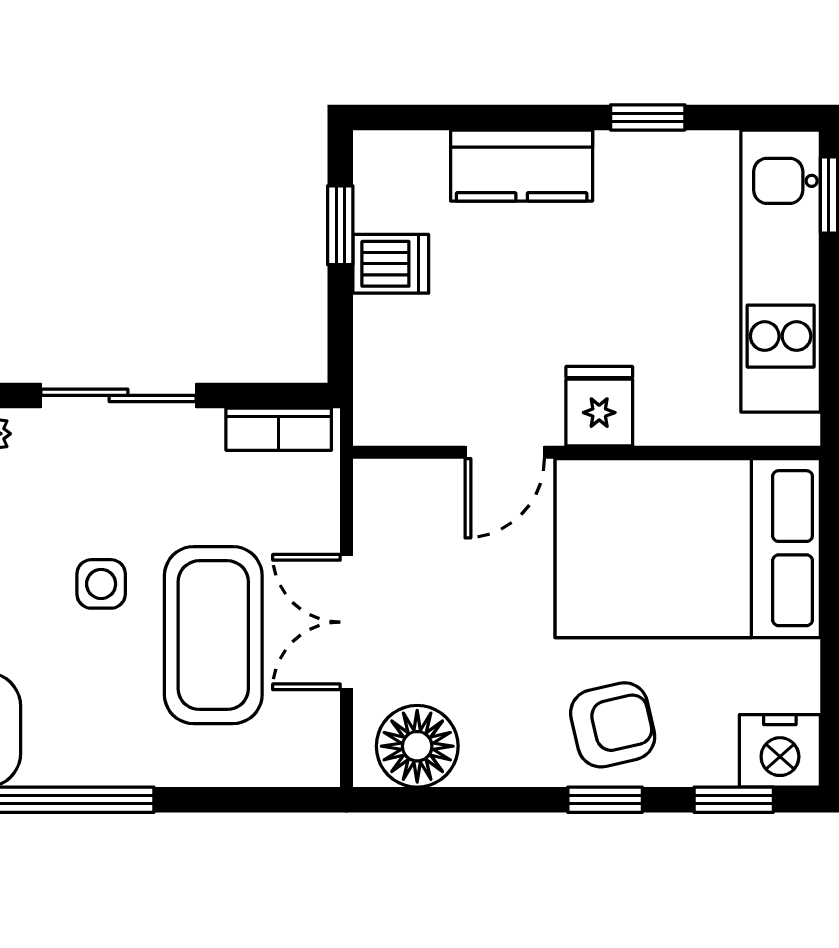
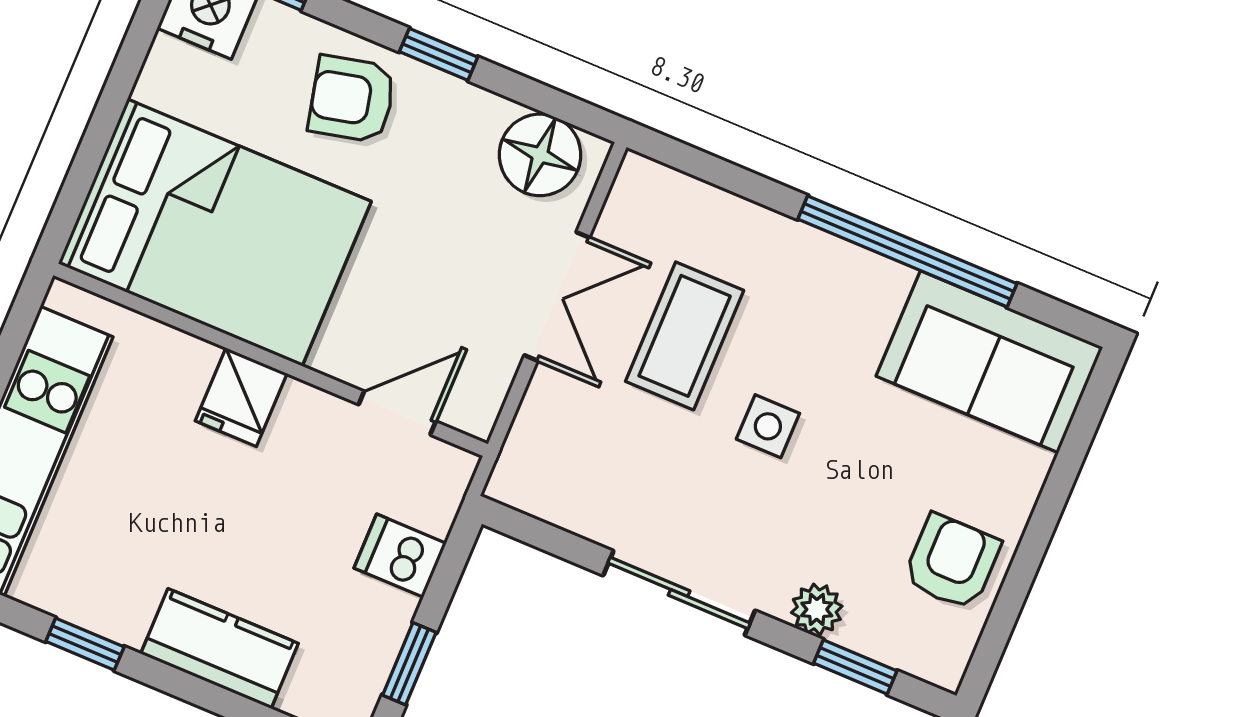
dishwasher: (391, 264) -> (400, 556), moved
bookcase: (279, 429) -> (545, 500), removed
door: (505, 452) -> (397, 413), moved
coffee table: (213, 635) -> (685, 336), width x0.73, depth x0.76
window: (605, 800) -> (439, 54), moved

